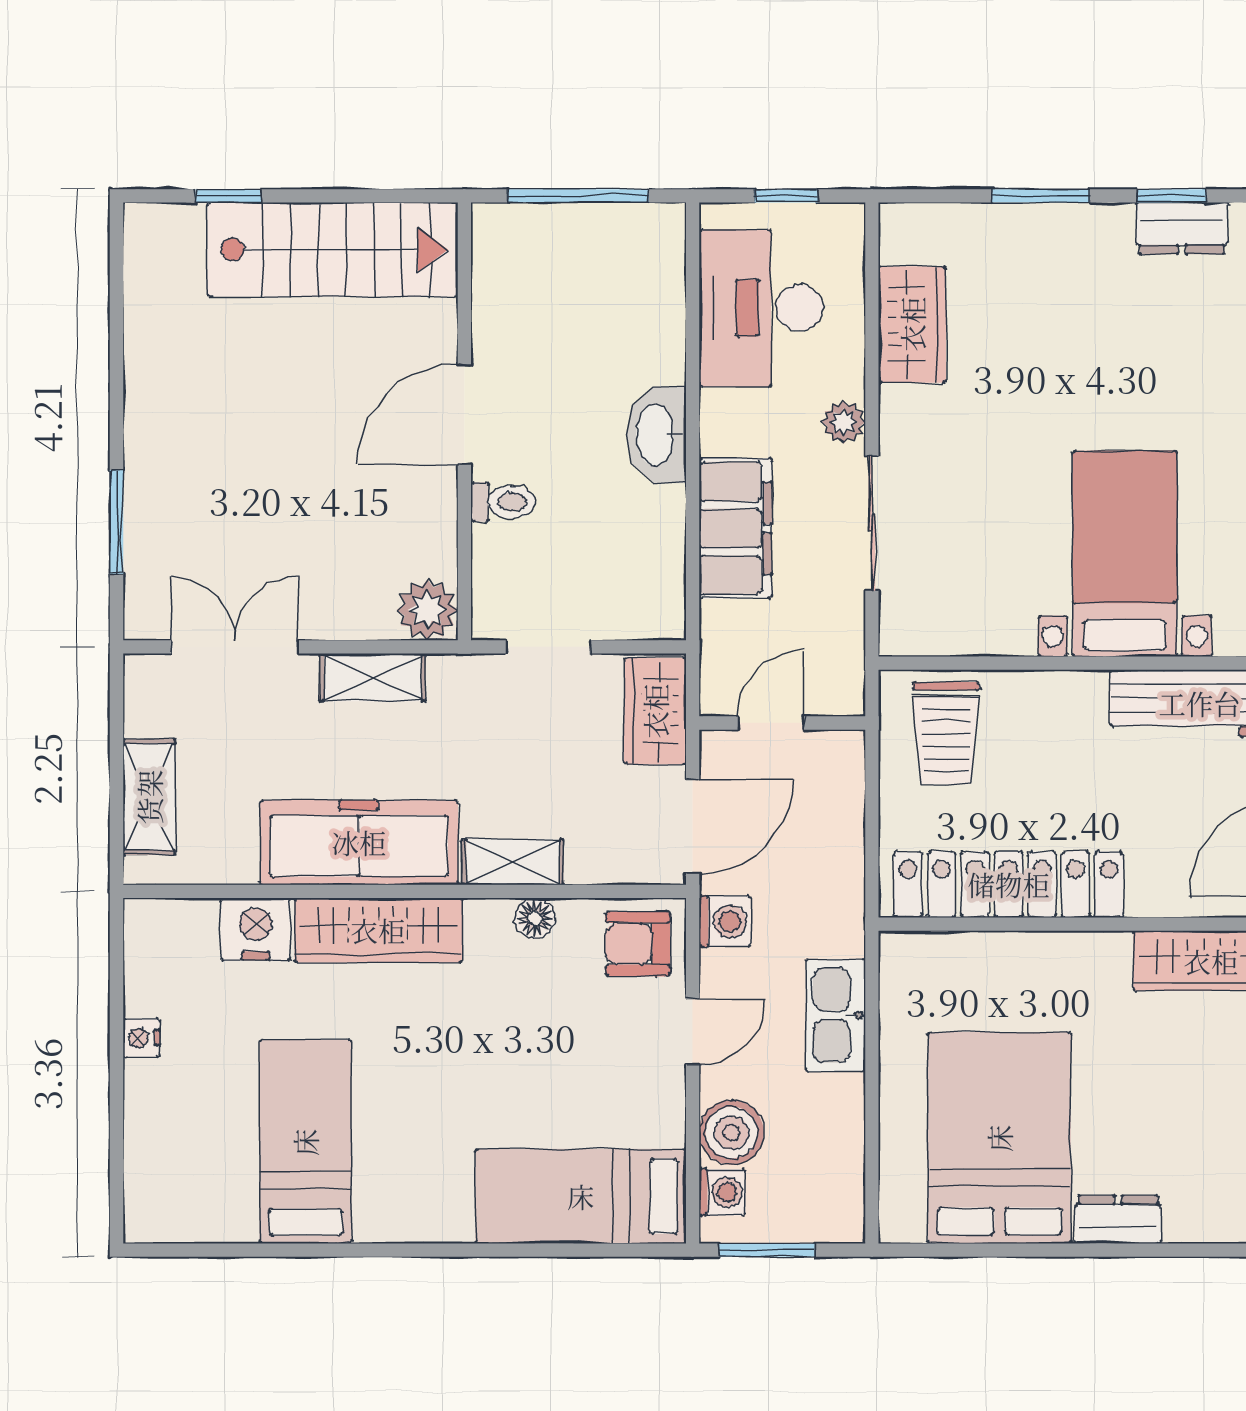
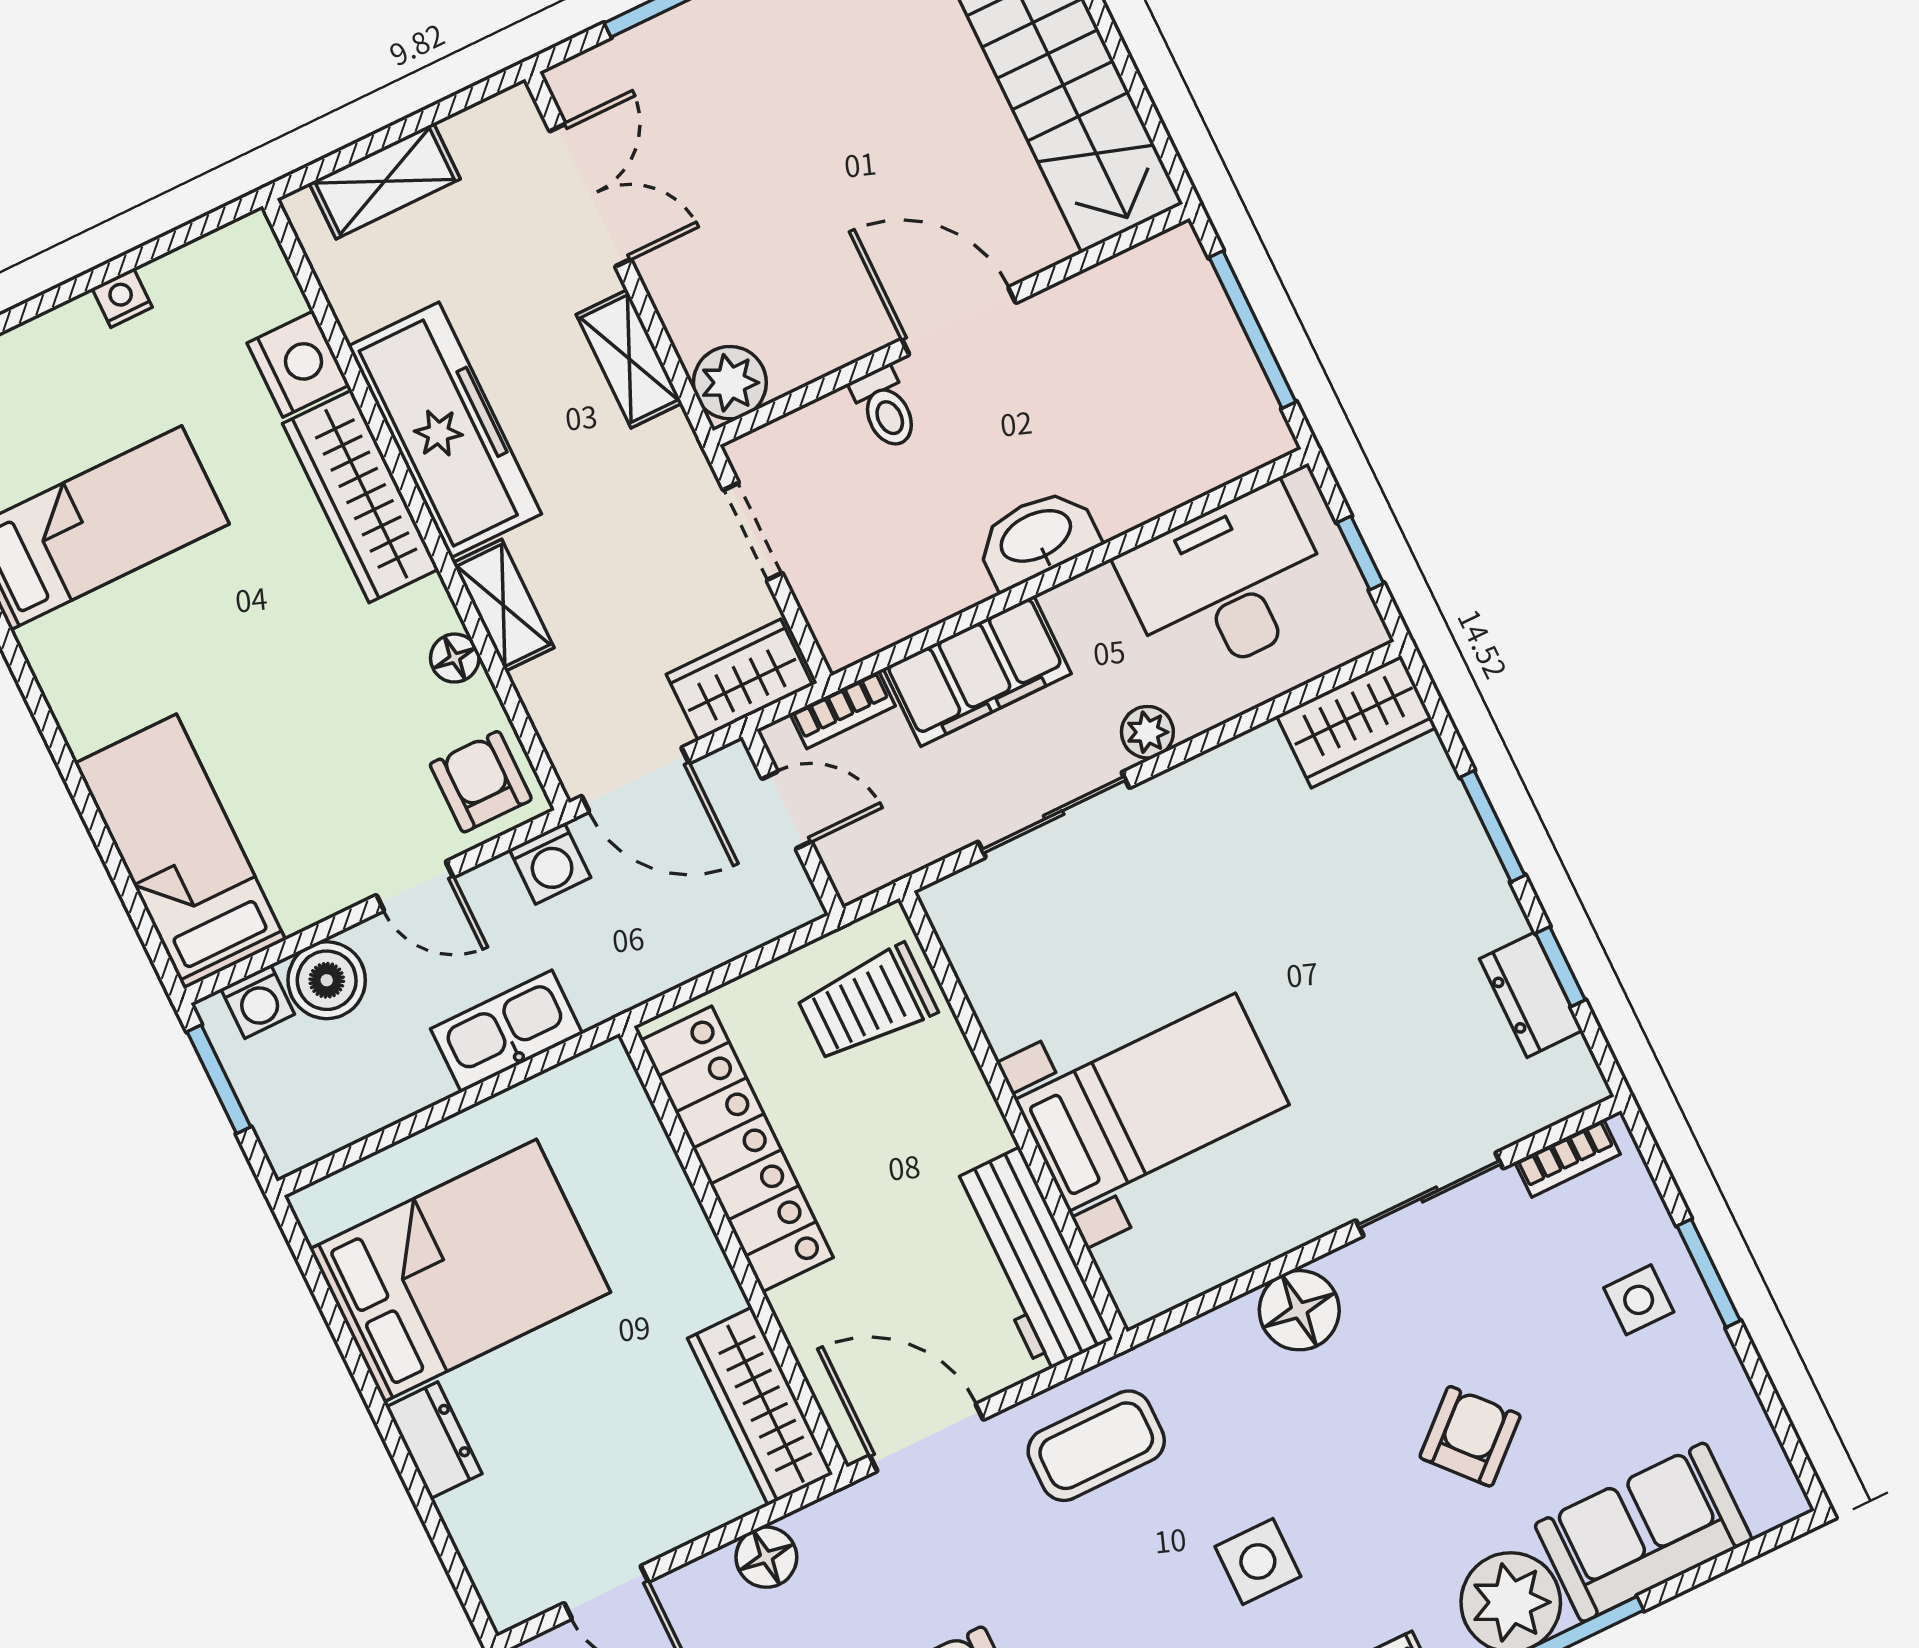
wardrobe: (912, 324) -> (1356, 722), moved
bookcase: (716, 644) -> (843, 710), added

